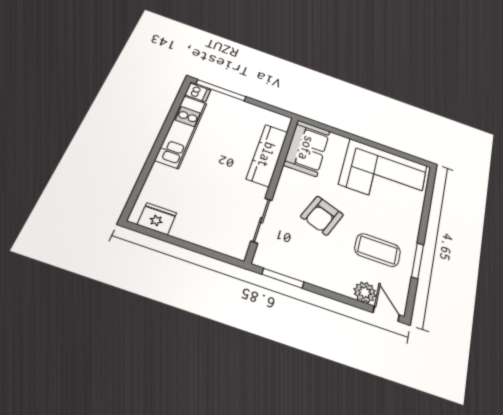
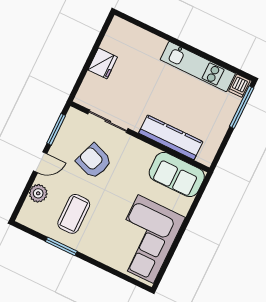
armchair: (322, 216) -> (94, 161), moved
fridge: (157, 219) -> (103, 63), moved
door: (386, 314) -> (40, 162), moved

